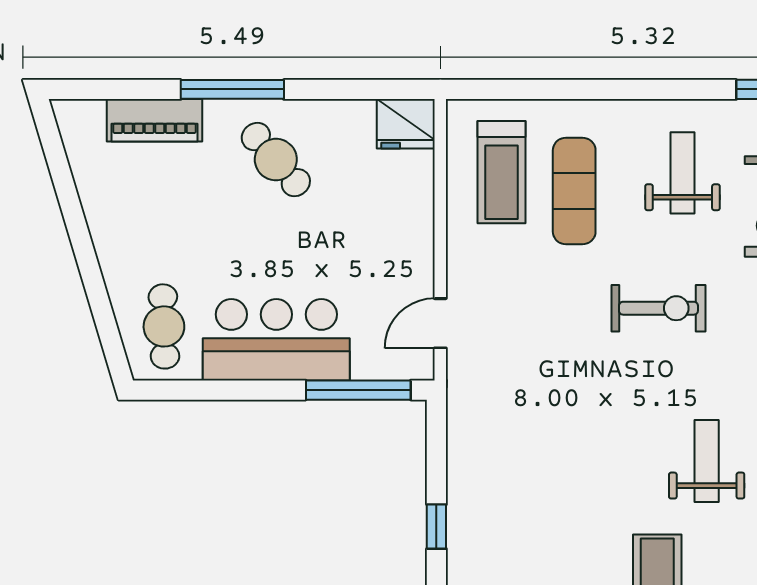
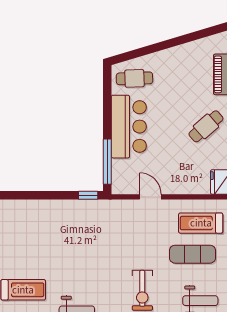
door: (440, 323) -> (150, 197), moved
window: (436, 527) -> (88, 195), moved

